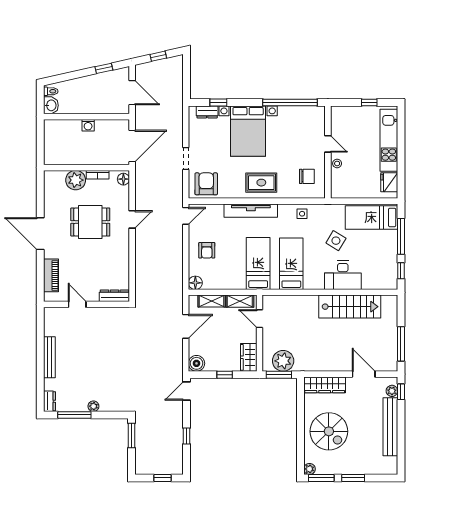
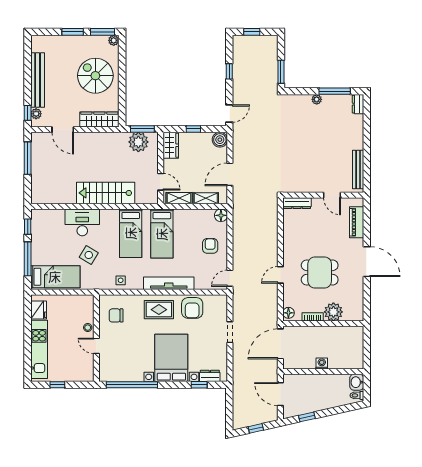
armchair: (206, 184) -> (192, 308), moved
stairs: (350, 307) -> (106, 193), moved
bench: (49, 357) -> (358, 169), moved

